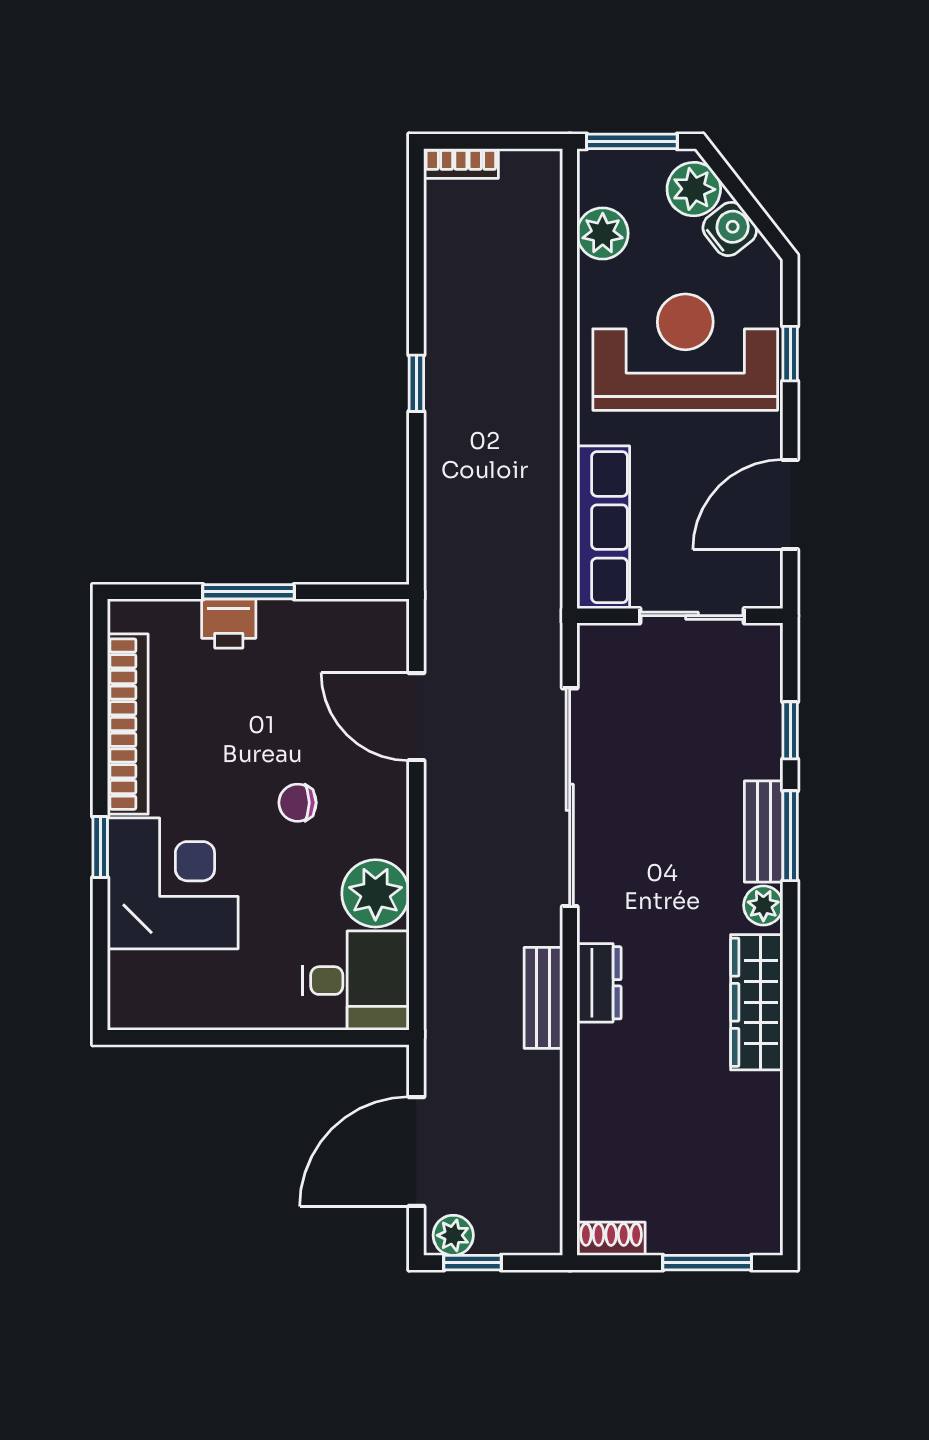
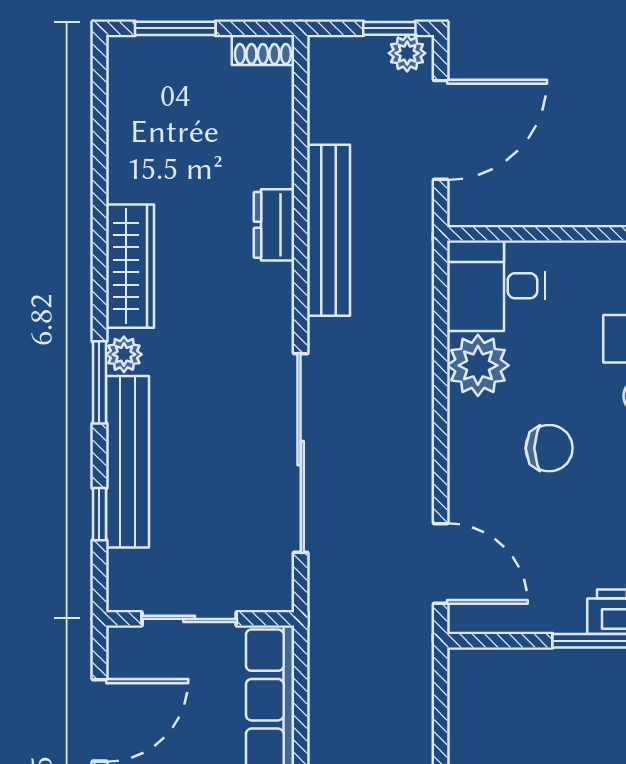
door: (416, 717) -> (441, 564), moved
chair: (298, 803) -> (549, 448), width x1.37, depth x1.37
bench: (764, 831) -> (127, 462), width x1.86, depth x1.21
window: (790, 836) -> (99, 382), moved
dresser: (599, 983) -> (274, 225), moved
bench: (543, 998) -> (329, 230), width x1.86, depth x1.21

